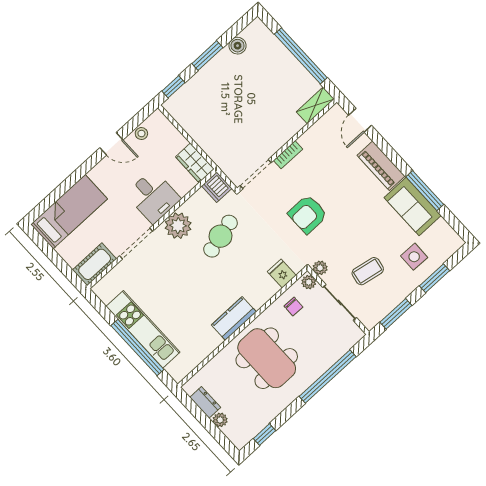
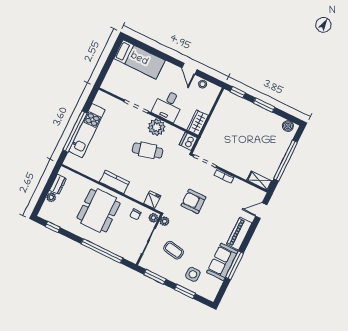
boiler: (238, 46) -> (288, 126), moved
cafe table: (221, 236) -> (148, 150), moved
cot: (95, 264) -> (114, 87), removed

